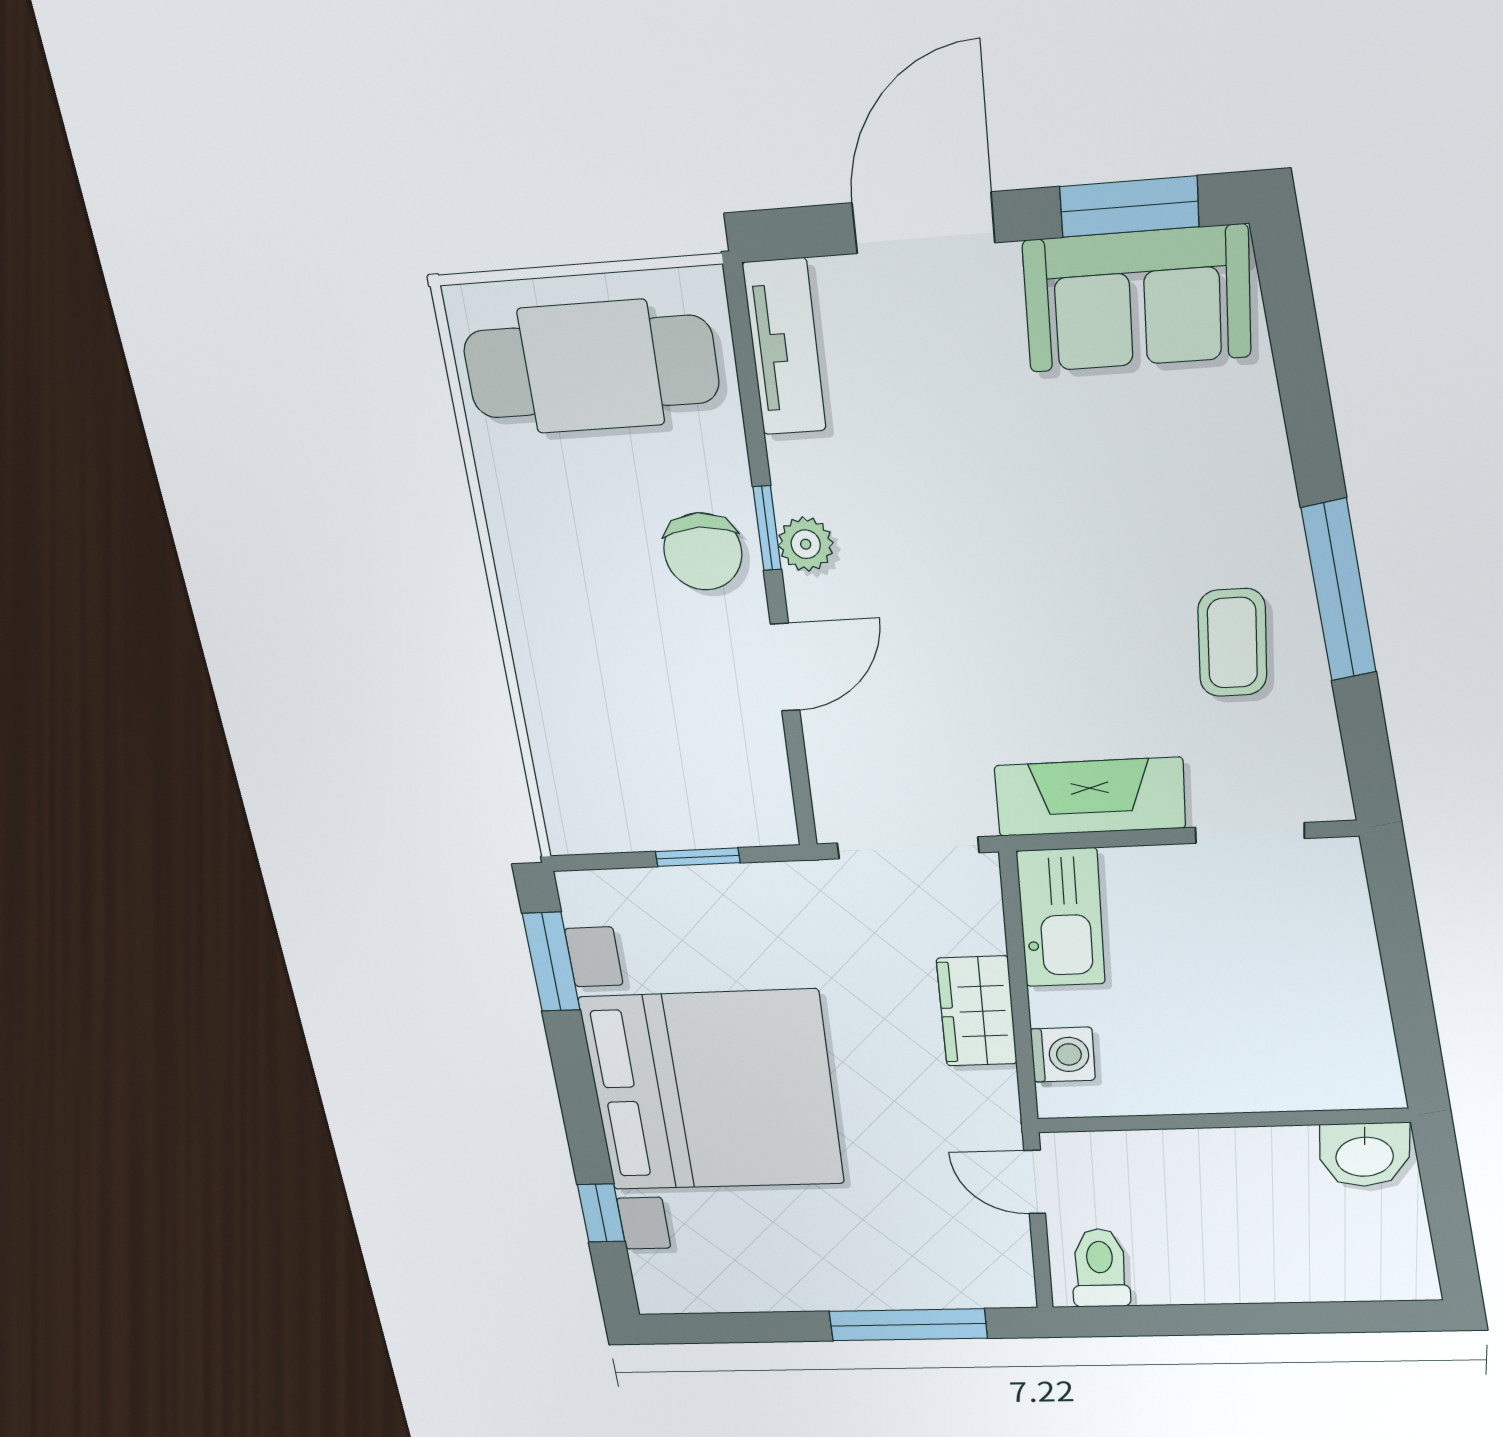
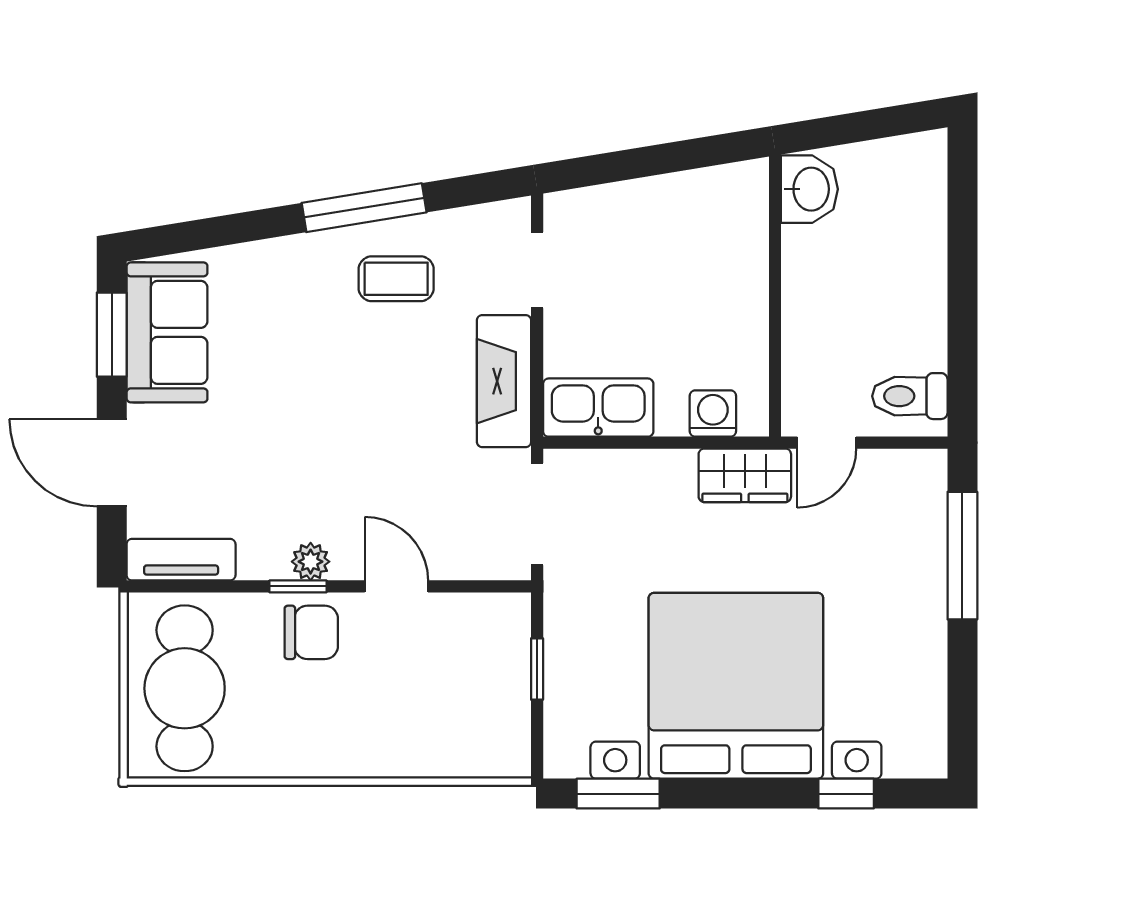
wardrobe: (977, 1011) -> (745, 475), moved

